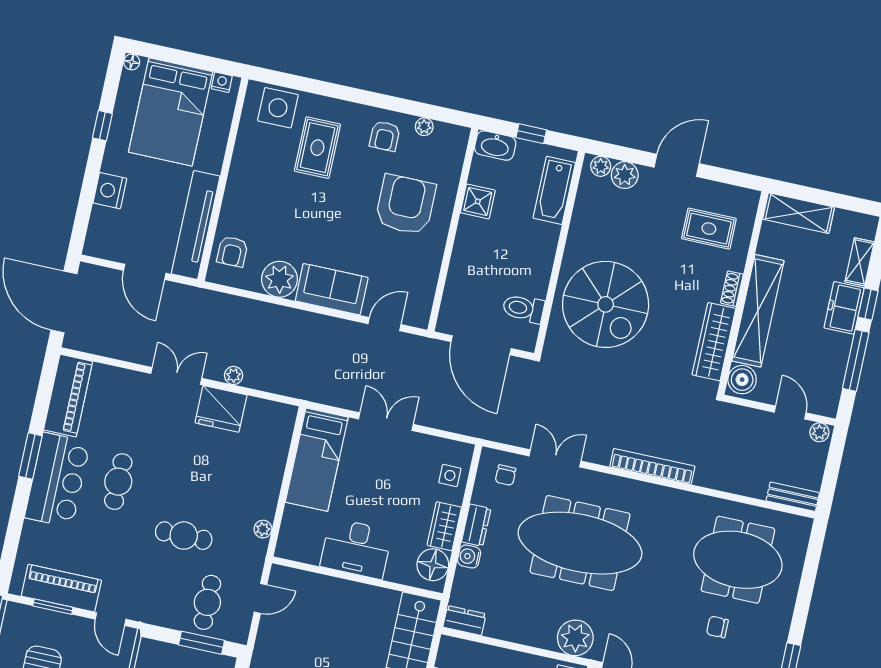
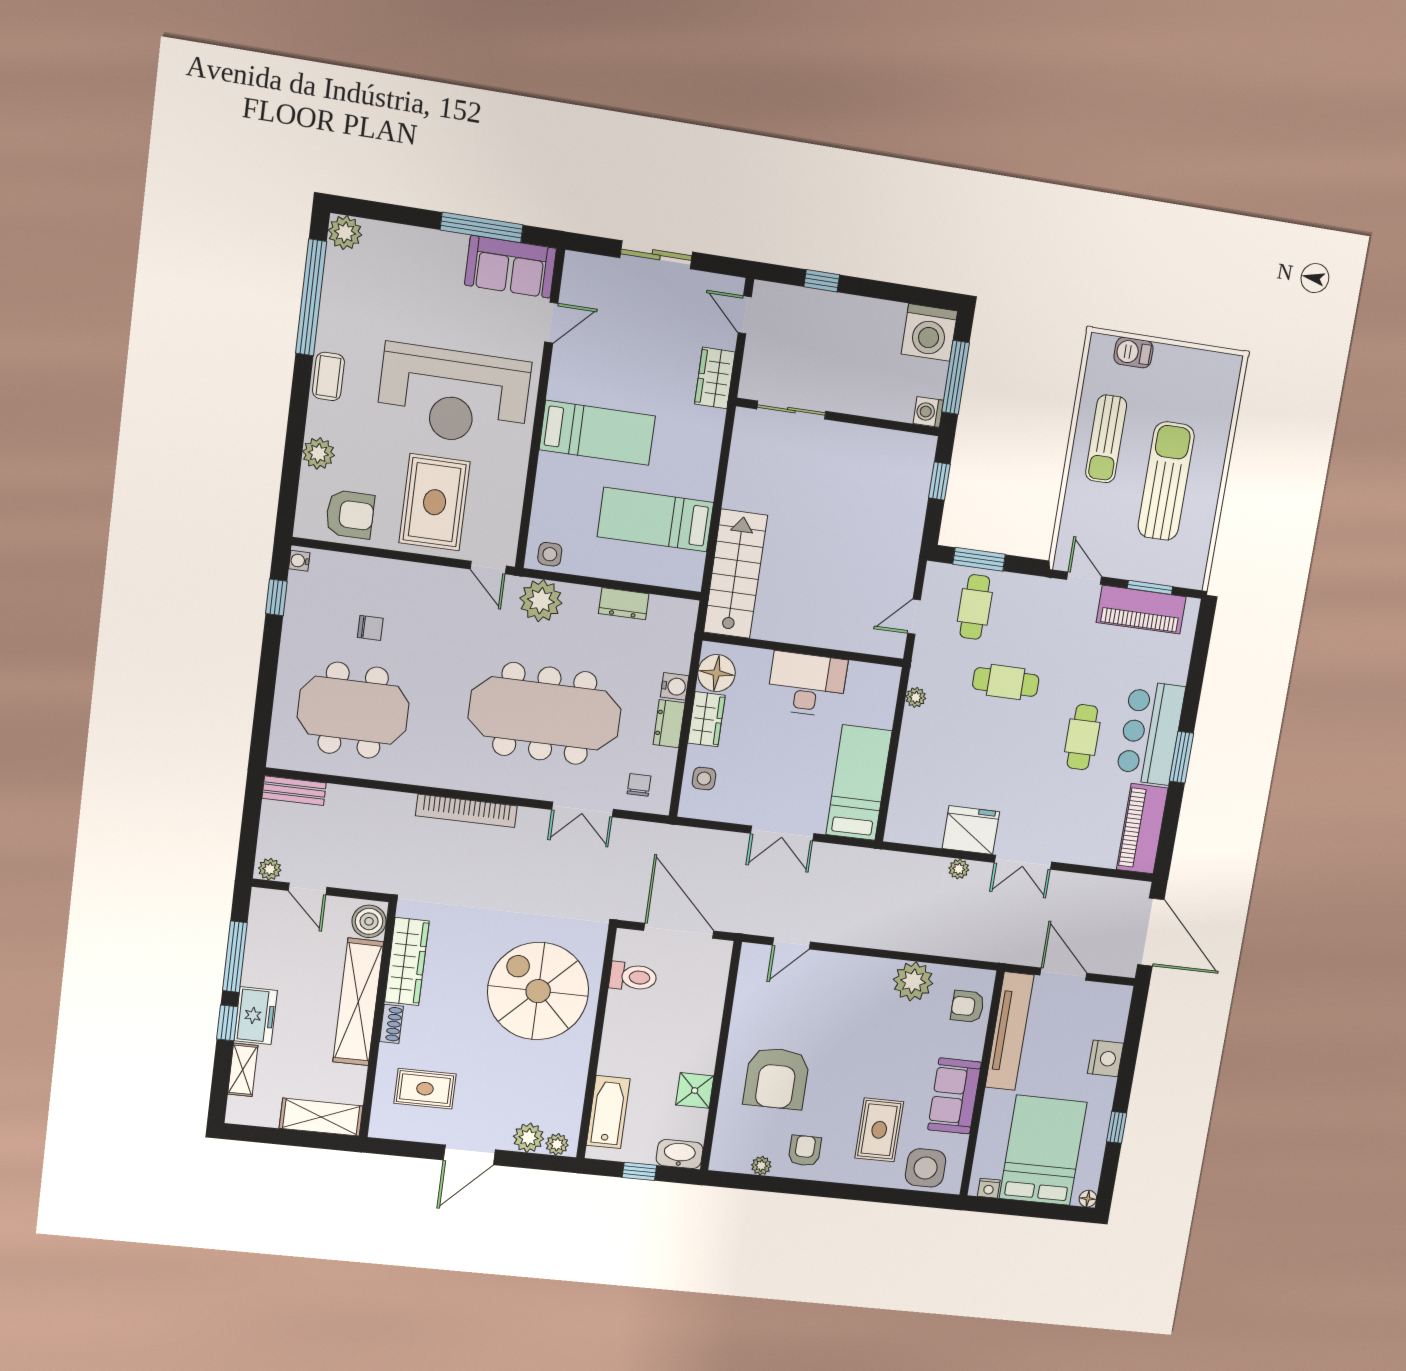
armchair: (232, 251) -> (967, 1006), turned -90
sofa: (332, 289) -> (954, 1096), moved, turned 90
dresser: (464, 621) -> (624, 604), moved

